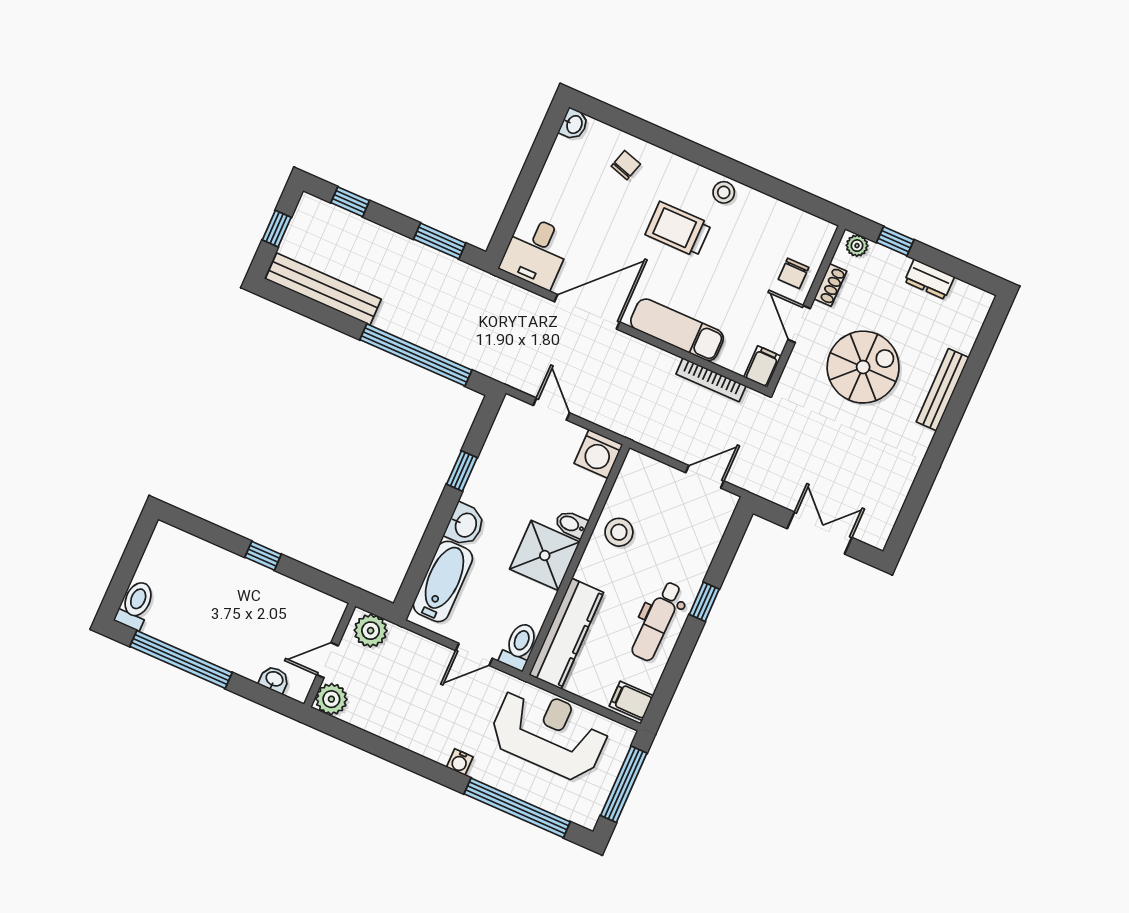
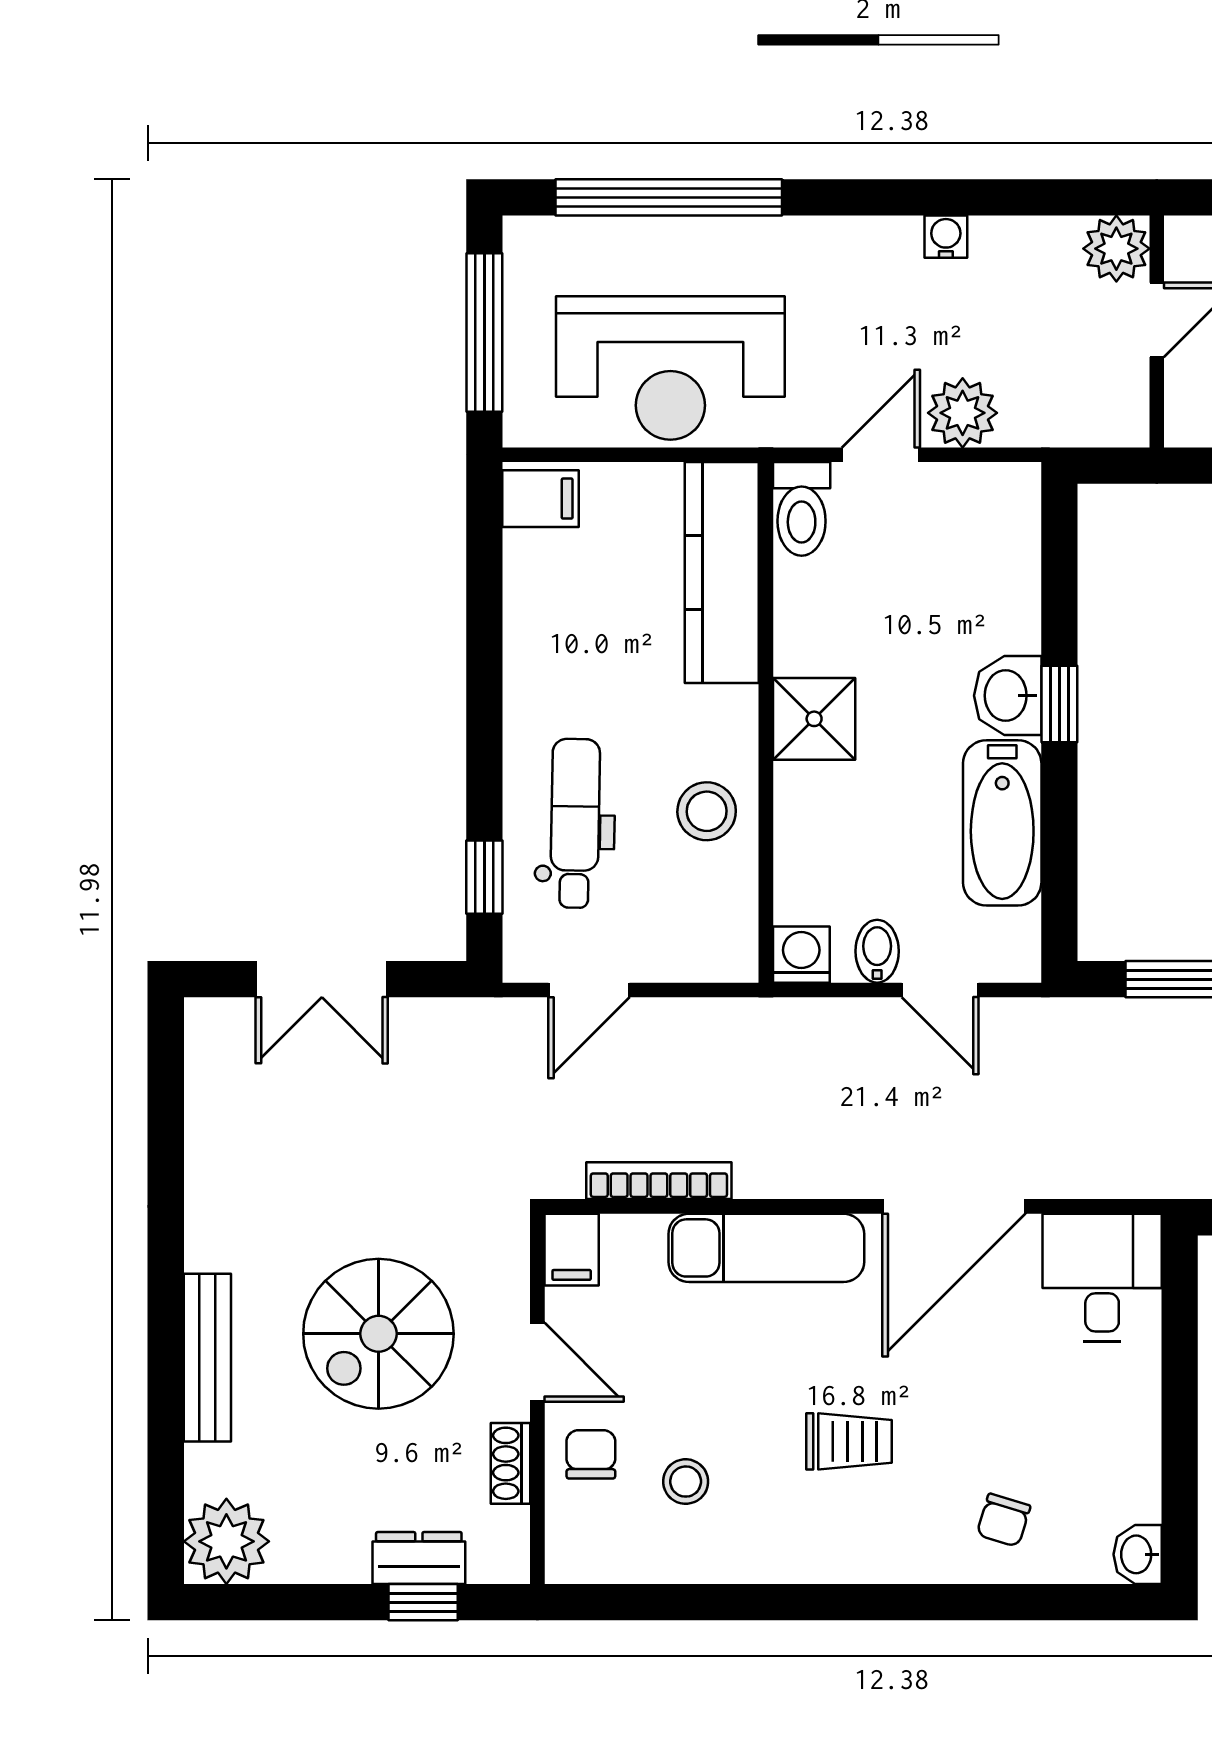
stool: (724, 192) -> (686, 1482), moved
trolley: (678, 229) -> (849, 1441), width x0.73, depth x0.72
plant: (857, 246) -> (226, 1541), moved, width x1.88, depth x1.88
dresser: (929, 279) -> (419, 1558), moved
washing machine: (598, 454) -> (801, 955), width x0.73, depth x0.73
window: (462, 471) -> (1059, 704), moved
bidet: (571, 524) -> (877, 951), moved, turned -90
shower: (545, 555) -> (814, 719), width x0.73, depth x0.73
bathtub: (443, 581) -> (1002, 823), moved
window: (704, 602) -> (484, 877), moved
dental chair: (657, 621) -> (575, 823), moved
plant: (371, 631) -> (963, 413), moved
water cooler: (460, 762) -> (946, 237), moved

